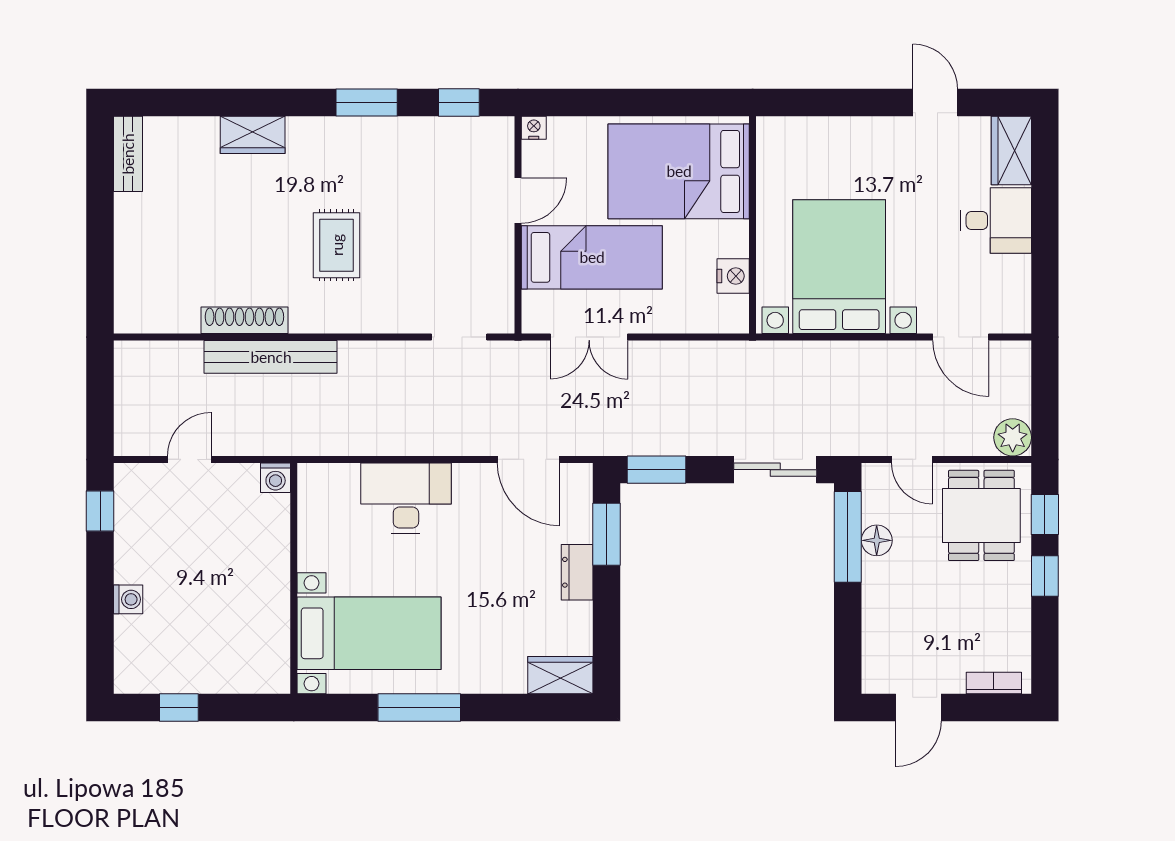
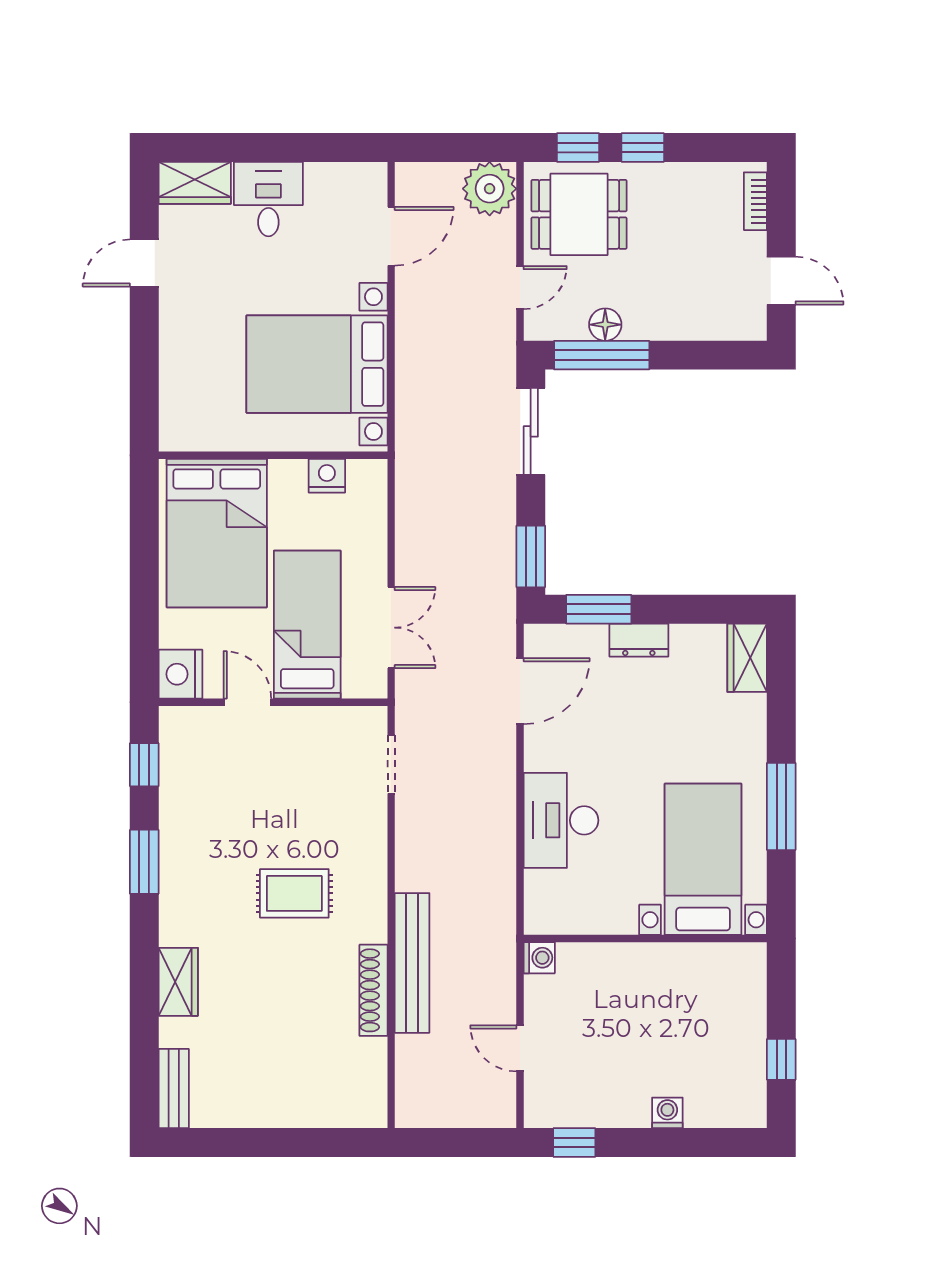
nightstand: (534, 128) -> (180, 674), width x1.89, depth x1.79
bench: (128, 154) -> (174, 1088), moved, turned 90
plant: (1013, 437) -> (490, 189), width x1.36, depth x1.36

